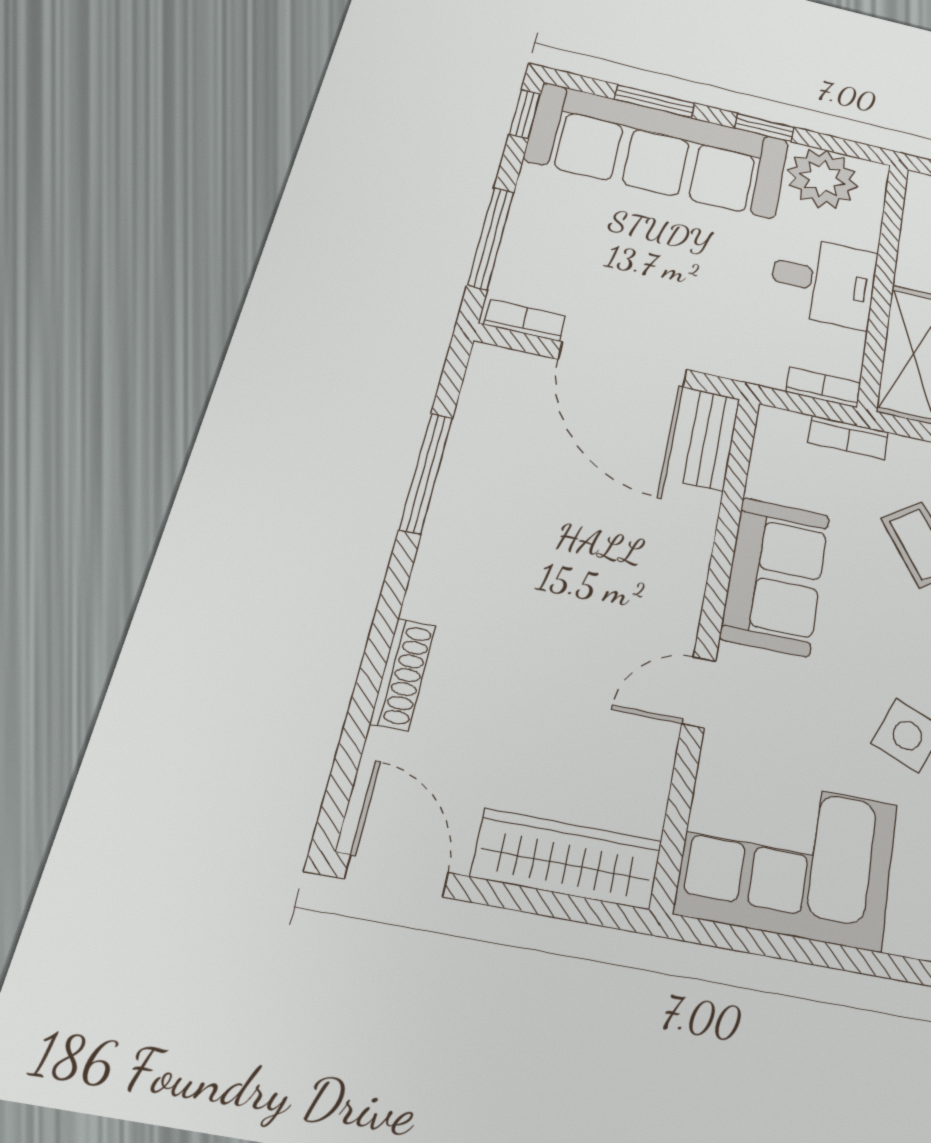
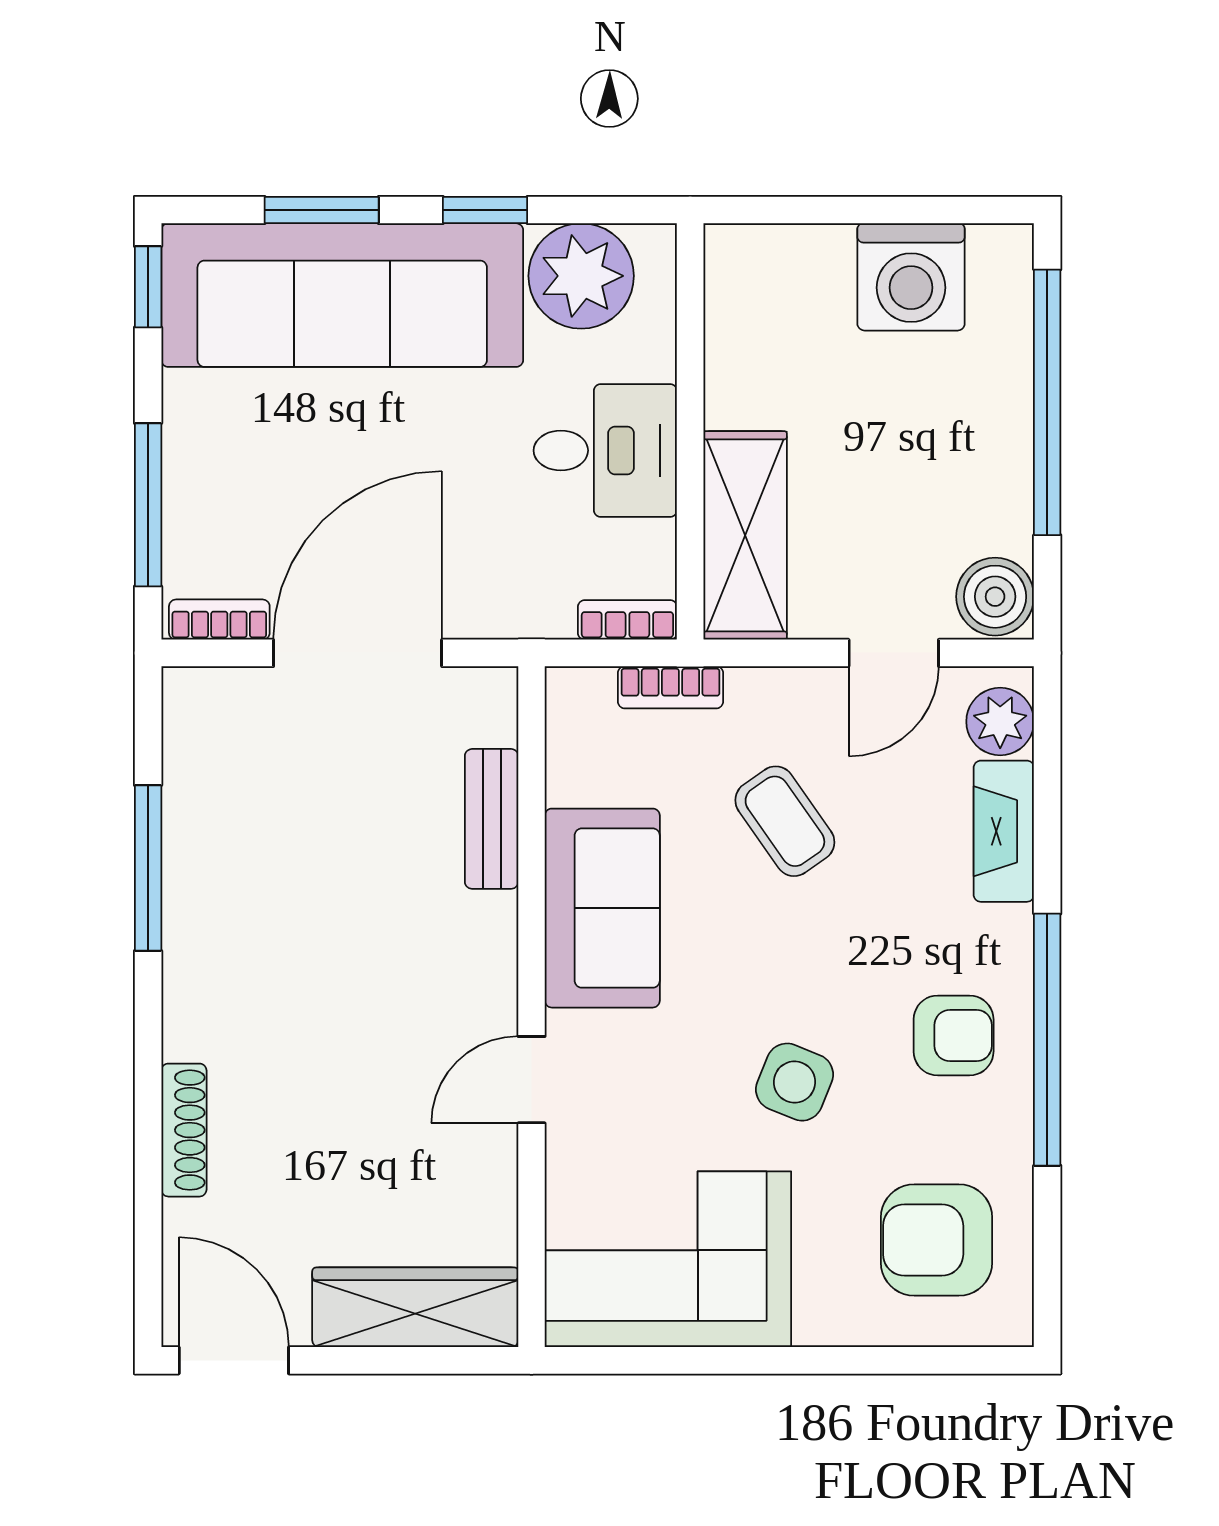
door: (623, 364) -> (358, 653), swing flipped
bench: (712, 440) -> (492, 819), moved

